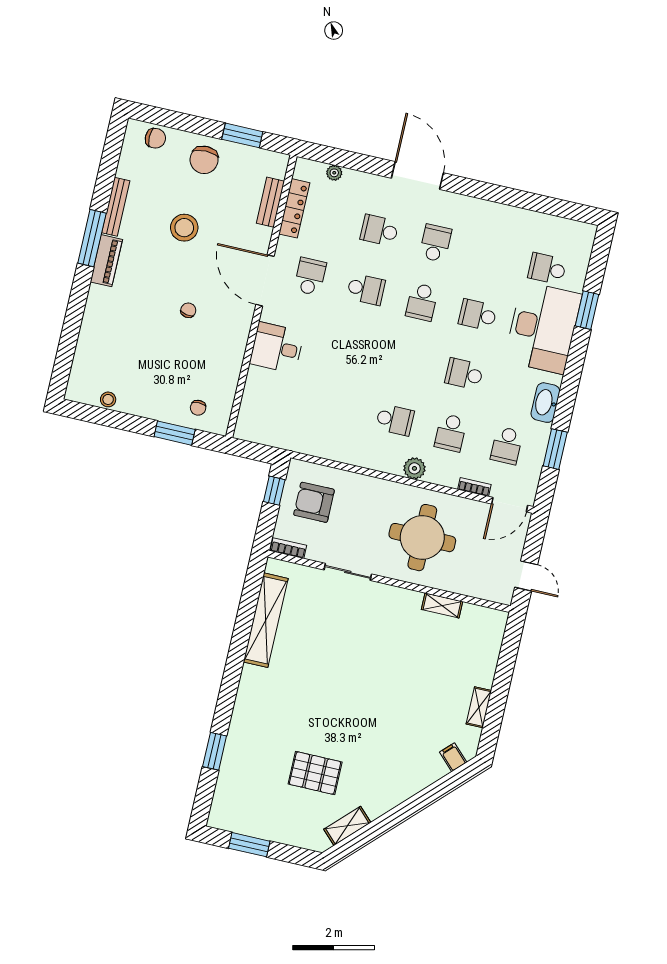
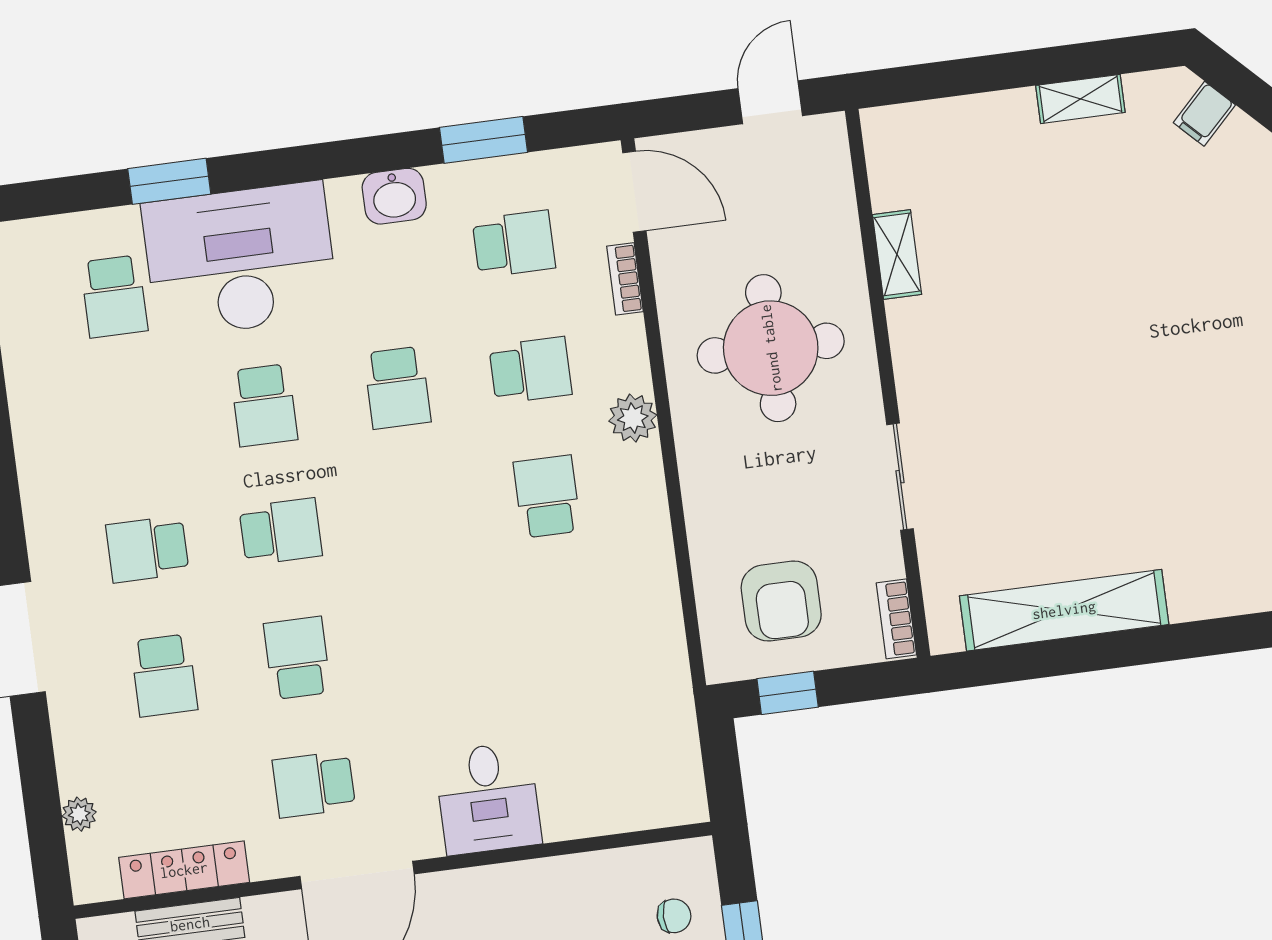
washbasin: (545, 403) -> (394, 196), width x0.72

